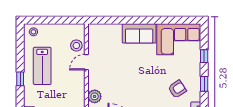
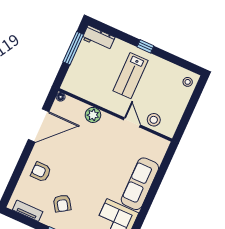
sofa: (139, 33) -> (140, 184), width x1.36
lab bench: (42, 66) -> (130, 76), moved, turned -90

